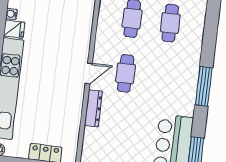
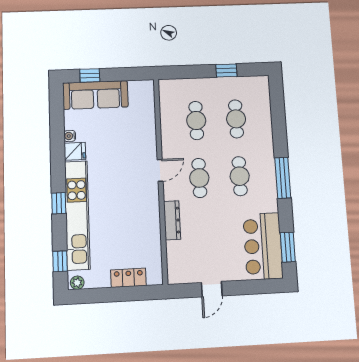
door: (89, 73) -> (160, 170), moved
cafe table: (164, 78) -> (240, 176), added

